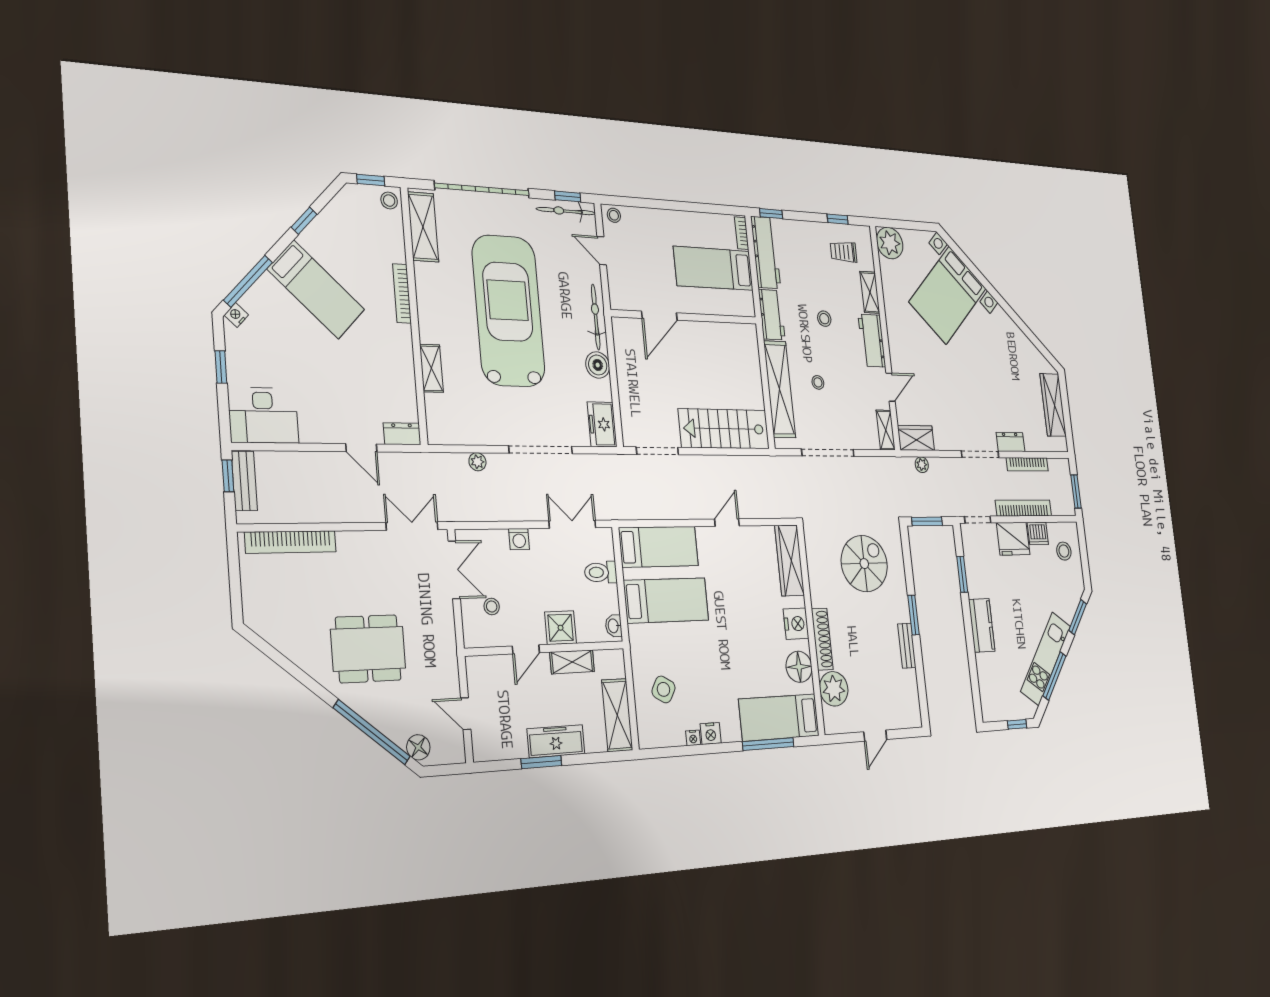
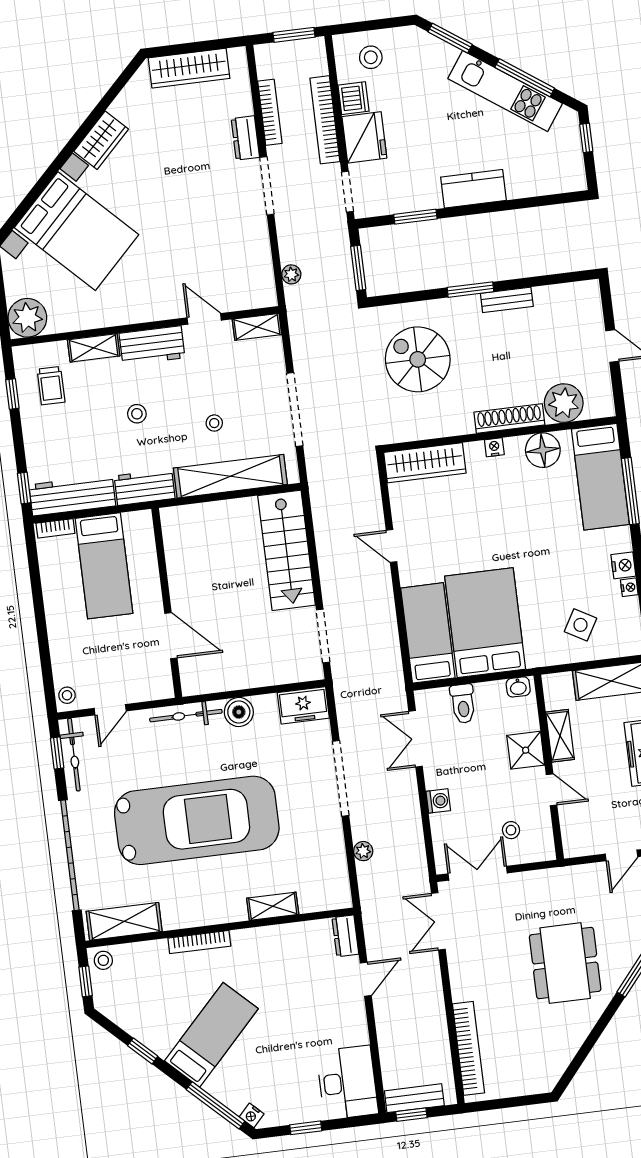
car: (509, 311) -> (197, 820), turned 180
wardrobe: (916, 438) -> (101, 140), moved, turned -135
bed: (666, 600) -> (485, 623), width x1.50
nightstand: (796, 624) -> (494, 447), width x0.53, depth x0.56

